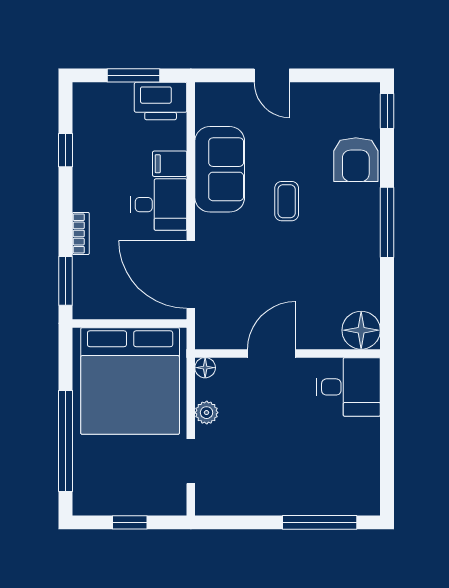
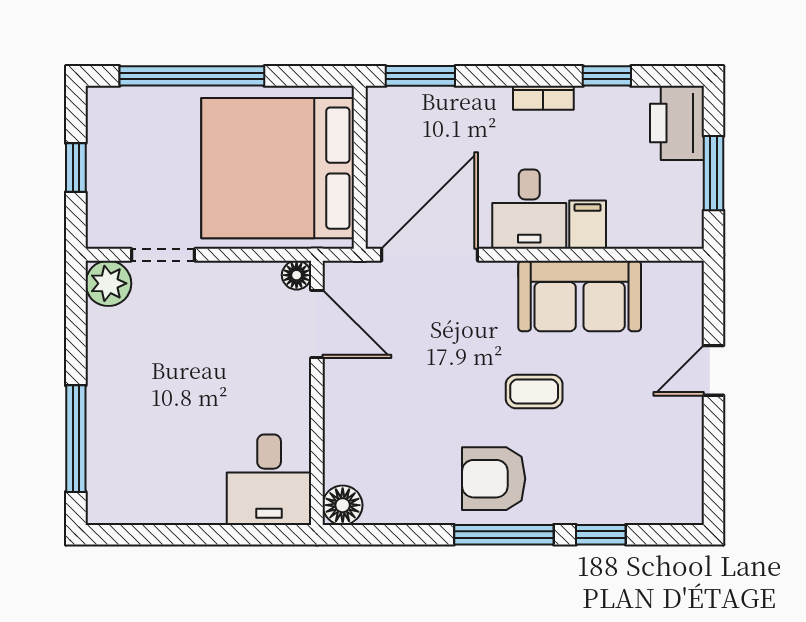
printer: (161, 101) -> (677, 123), moved
window: (387, 111) -> (601, 535), moved
armchair: (356, 160) -> (494, 479), moved
bookcase: (81, 233) -> (543, 98), moved
floor lamp: (361, 330) -> (343, 505), width x0.73, depth x0.73
door: (272, 353) -> (317, 324), moved
plant: (207, 413) -> (108, 283), moved, width x1.38, depth x1.38

